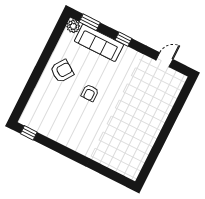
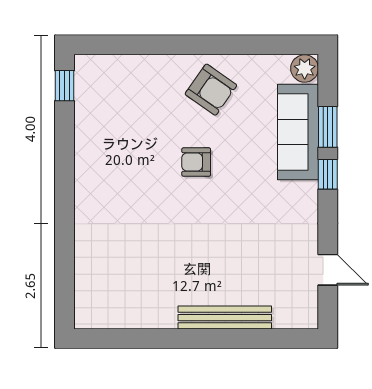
window: (90, 22) -> (328, 127), moved
bench: (163, 114) -> (225, 318), added

